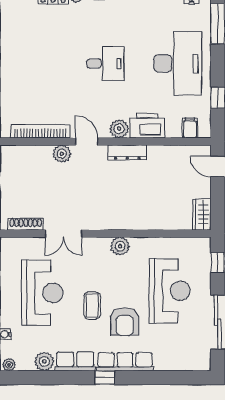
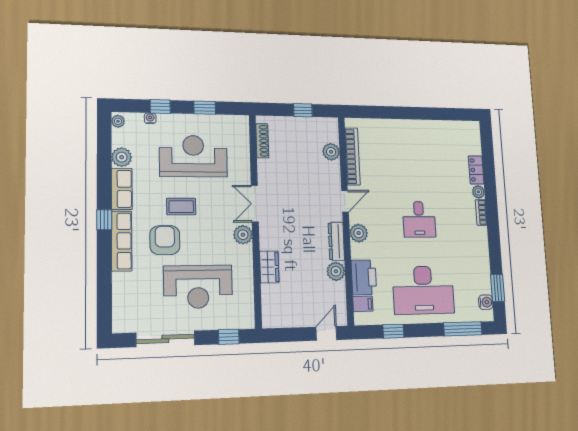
printer: (147, 126) -> (364, 277), moved
plant: (62, 154) -> (331, 152), moved
plant: (157, 154) -> (336, 271), added
wardrobe: (202, 215) -> (269, 267), moved, turned 90
double door: (63, 234) -> (255, 204), moved
reception desk: (42, 293) -> (193, 156), turned 180
armchair: (125, 321) -> (165, 240), turned 90

